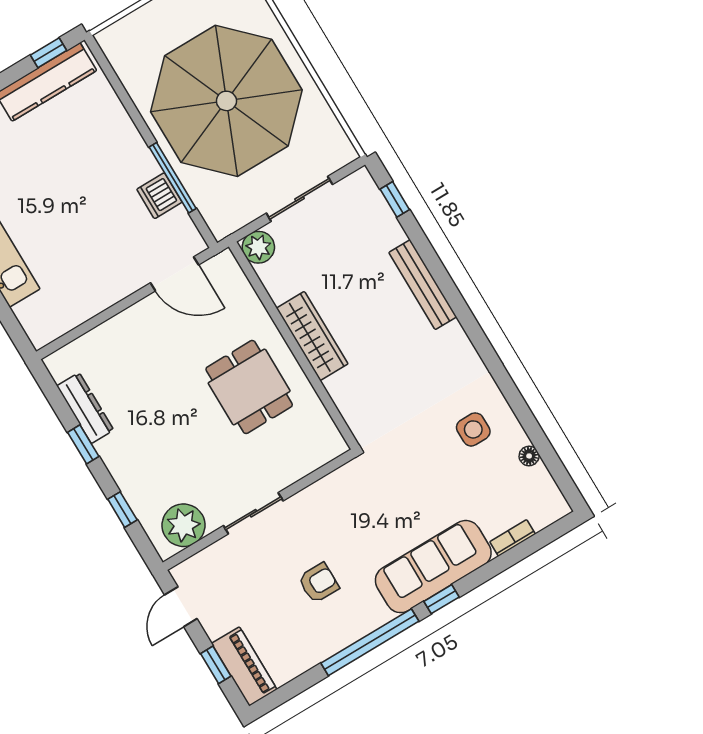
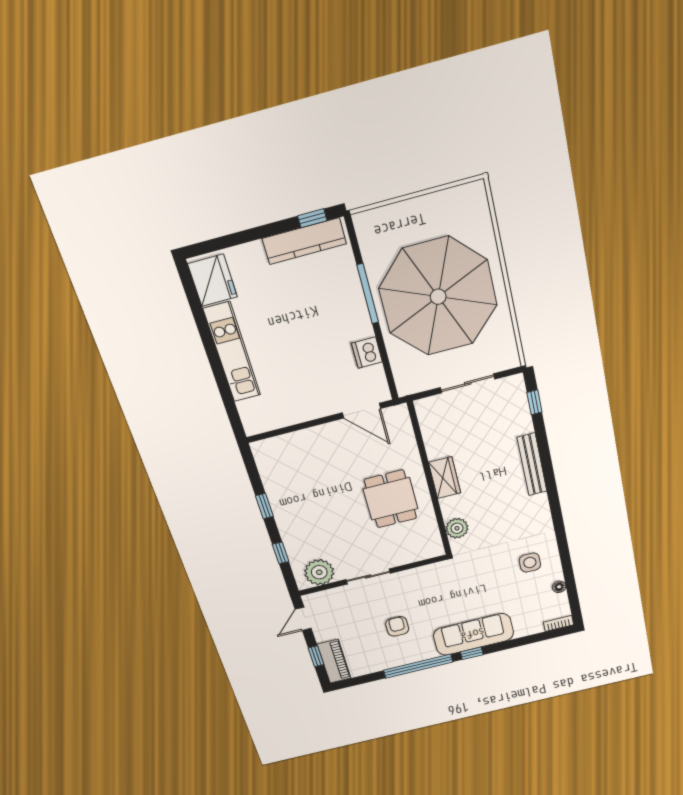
window: (173, 178) -> (368, 294), moved
plant: (258, 247) -> (457, 528), moved
wardrobe: (312, 336) -> (445, 478), width x0.67
dresser: (85, 408) -> (272, 483), removed
bookcase: (513, 538) -> (558, 623), moved
armchair: (319, 583) -> (397, 626), turned -90

